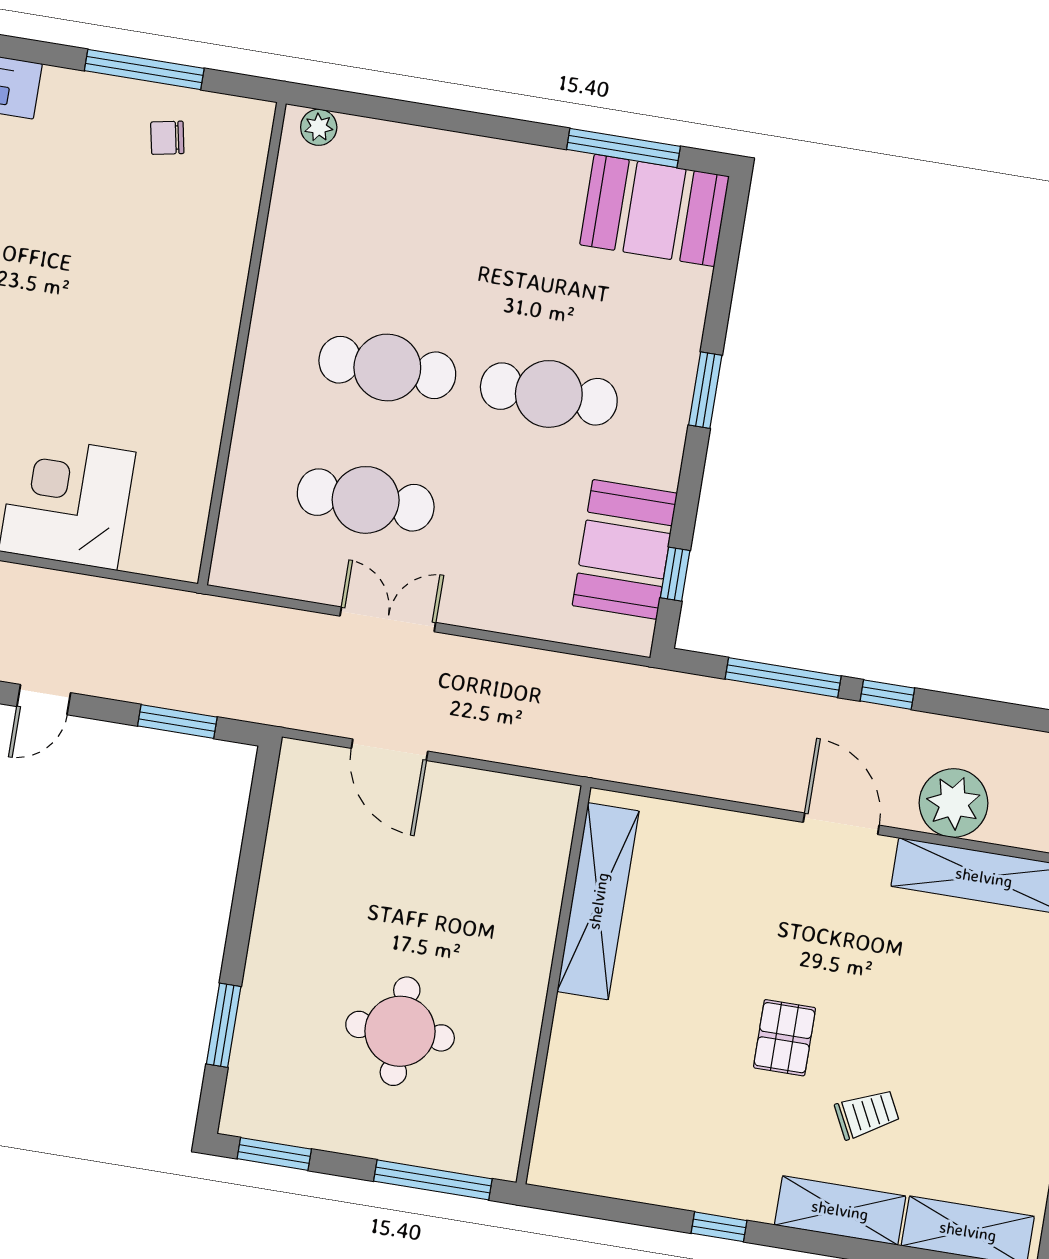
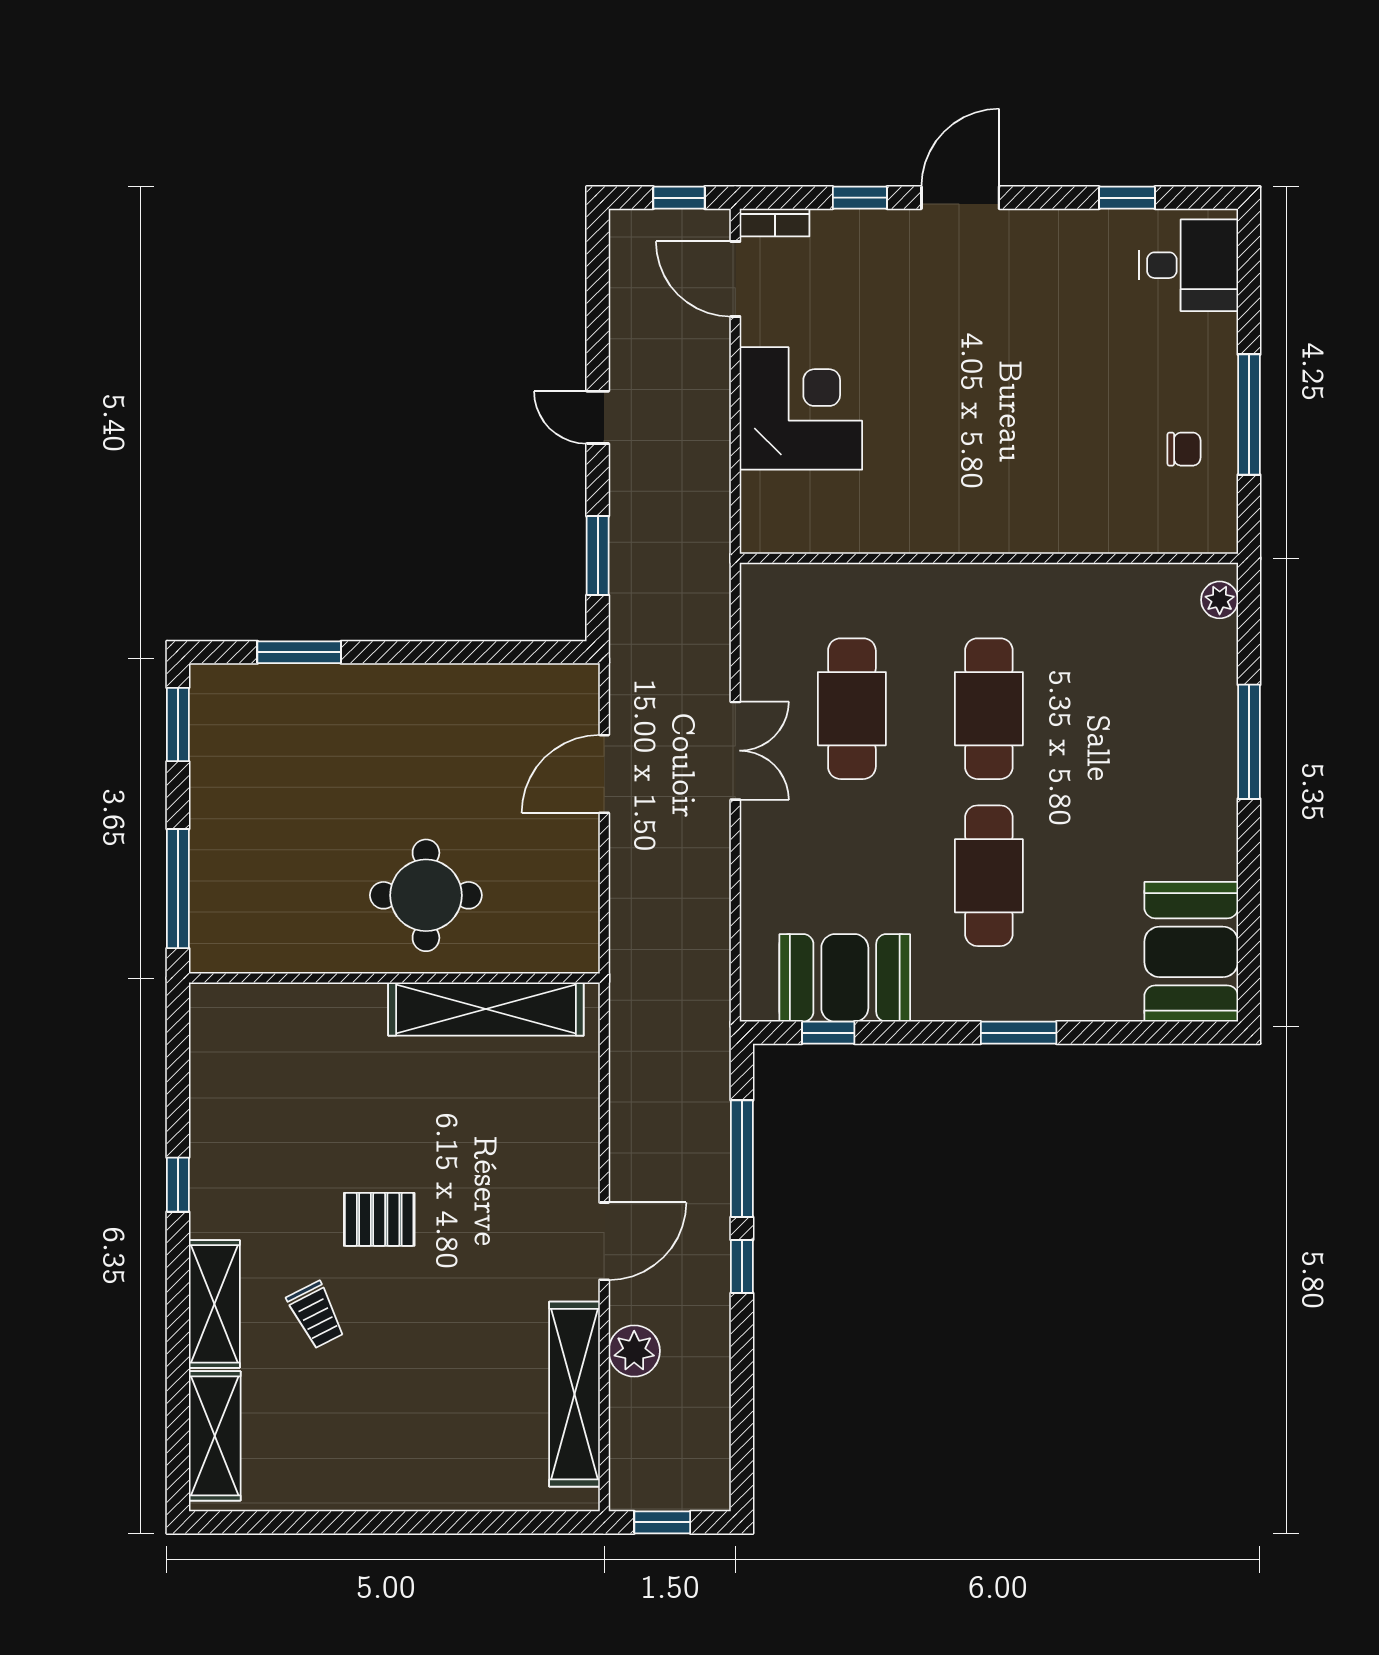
chair: (167, 138) -> (1184, 449), turned 101
window: (623, 148) -> (1249, 742), moved
plant: (954, 803) -> (634, 1351), width x0.73, depth x0.73
round table: (400, 1031) -> (426, 895), moved

